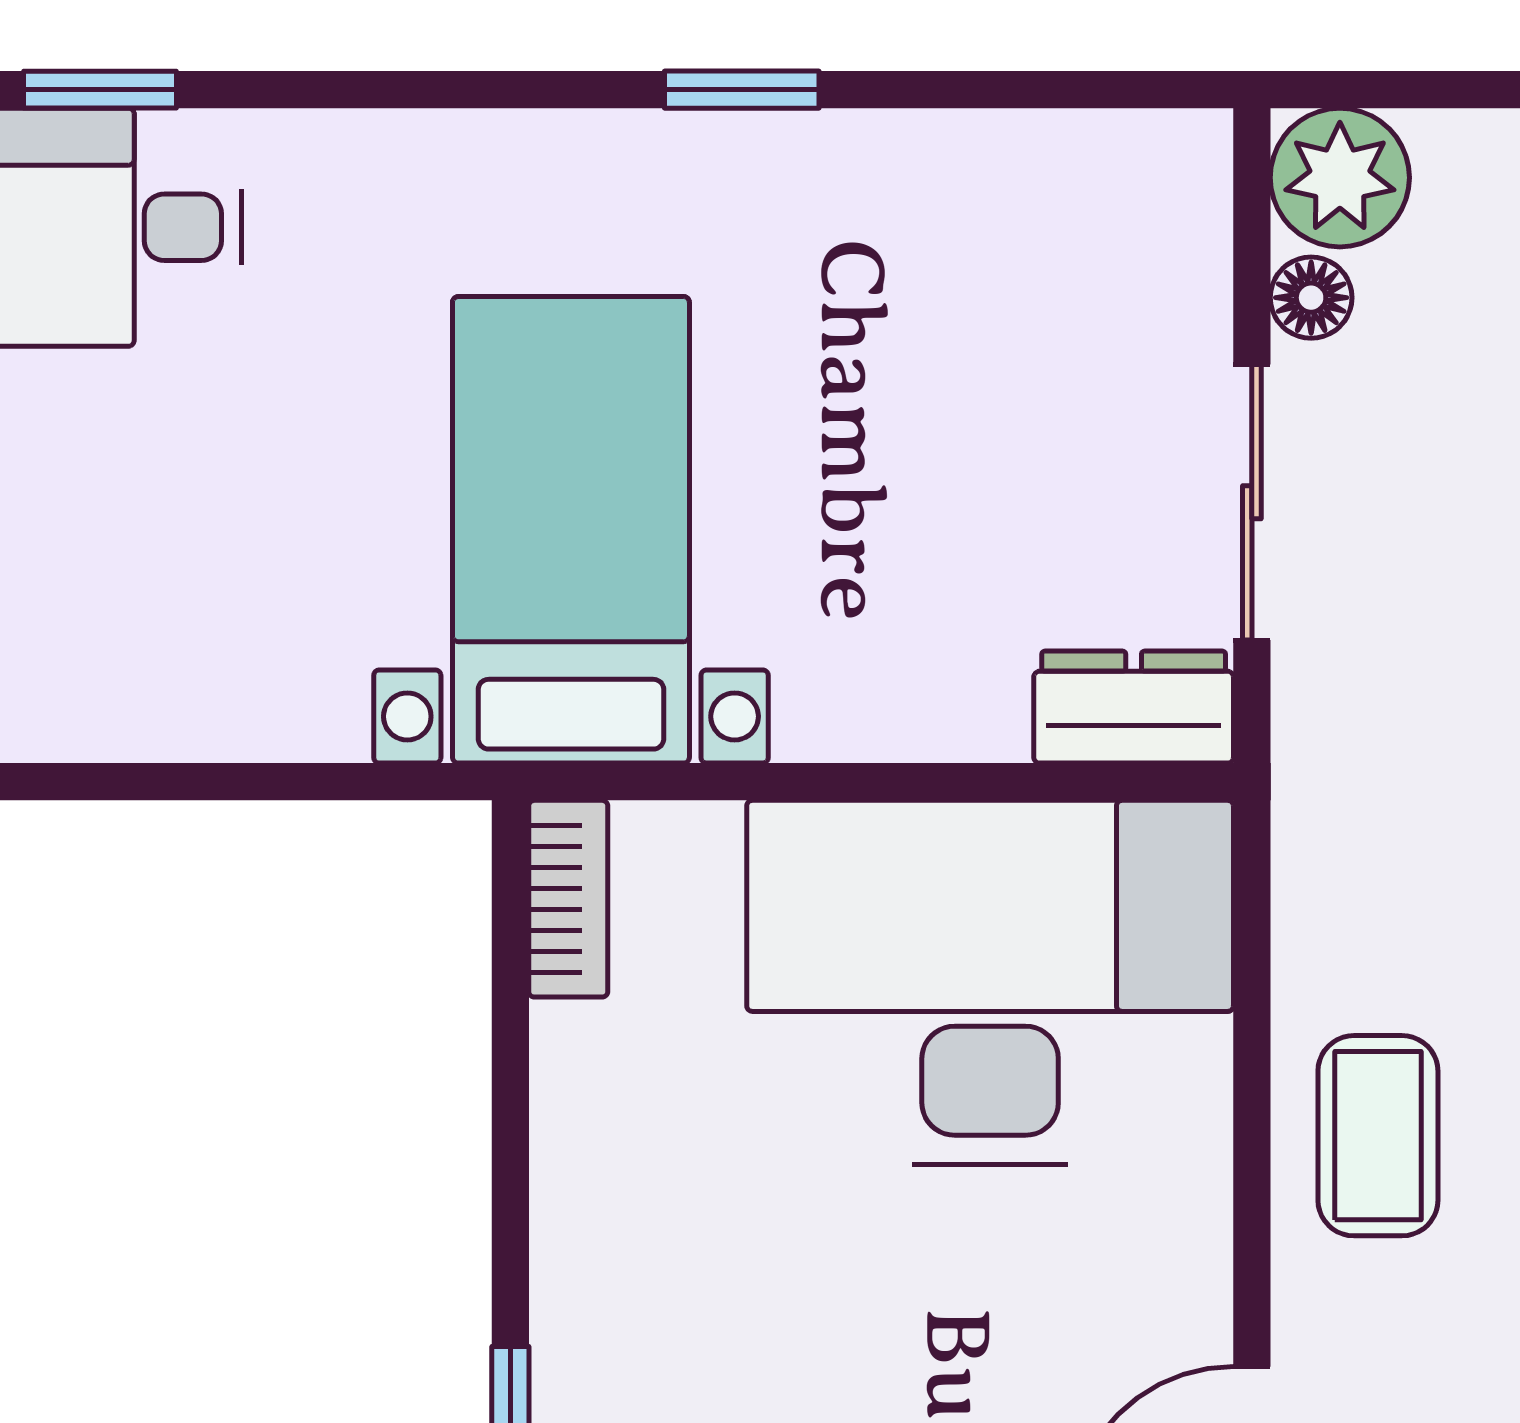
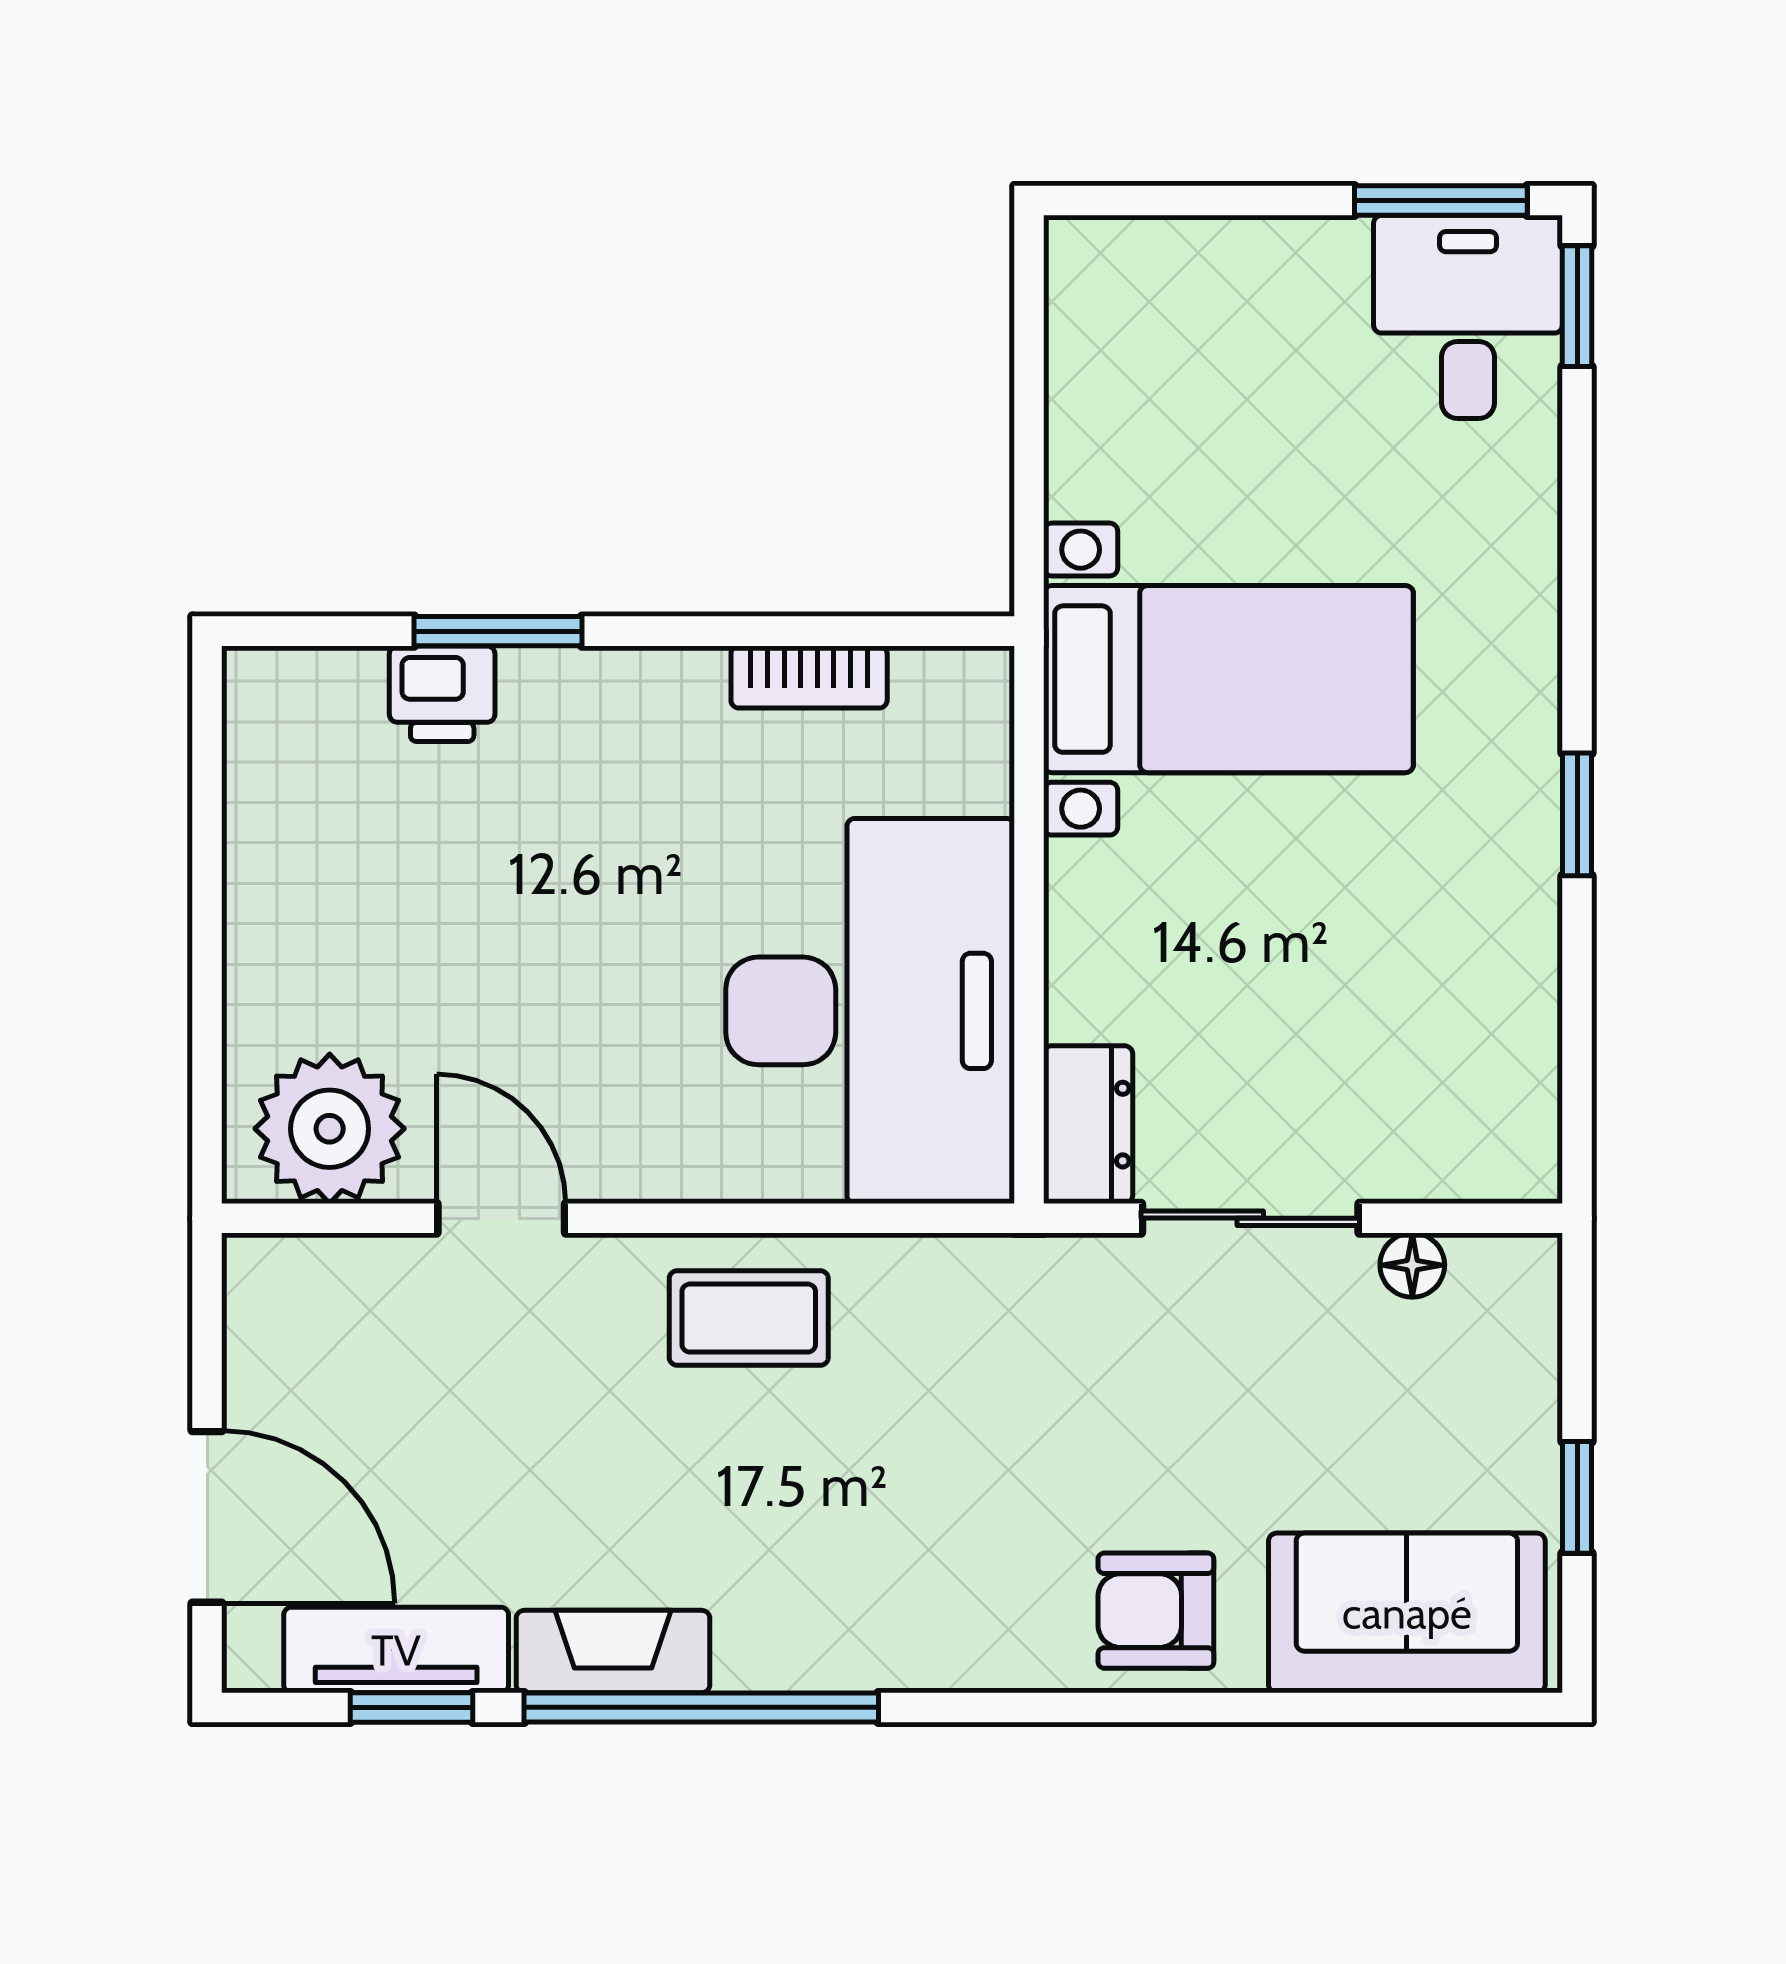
plant: (1340, 178) -> (1507, 1288), removed
bookcase: (568, 899) -> (809, 677), moved

